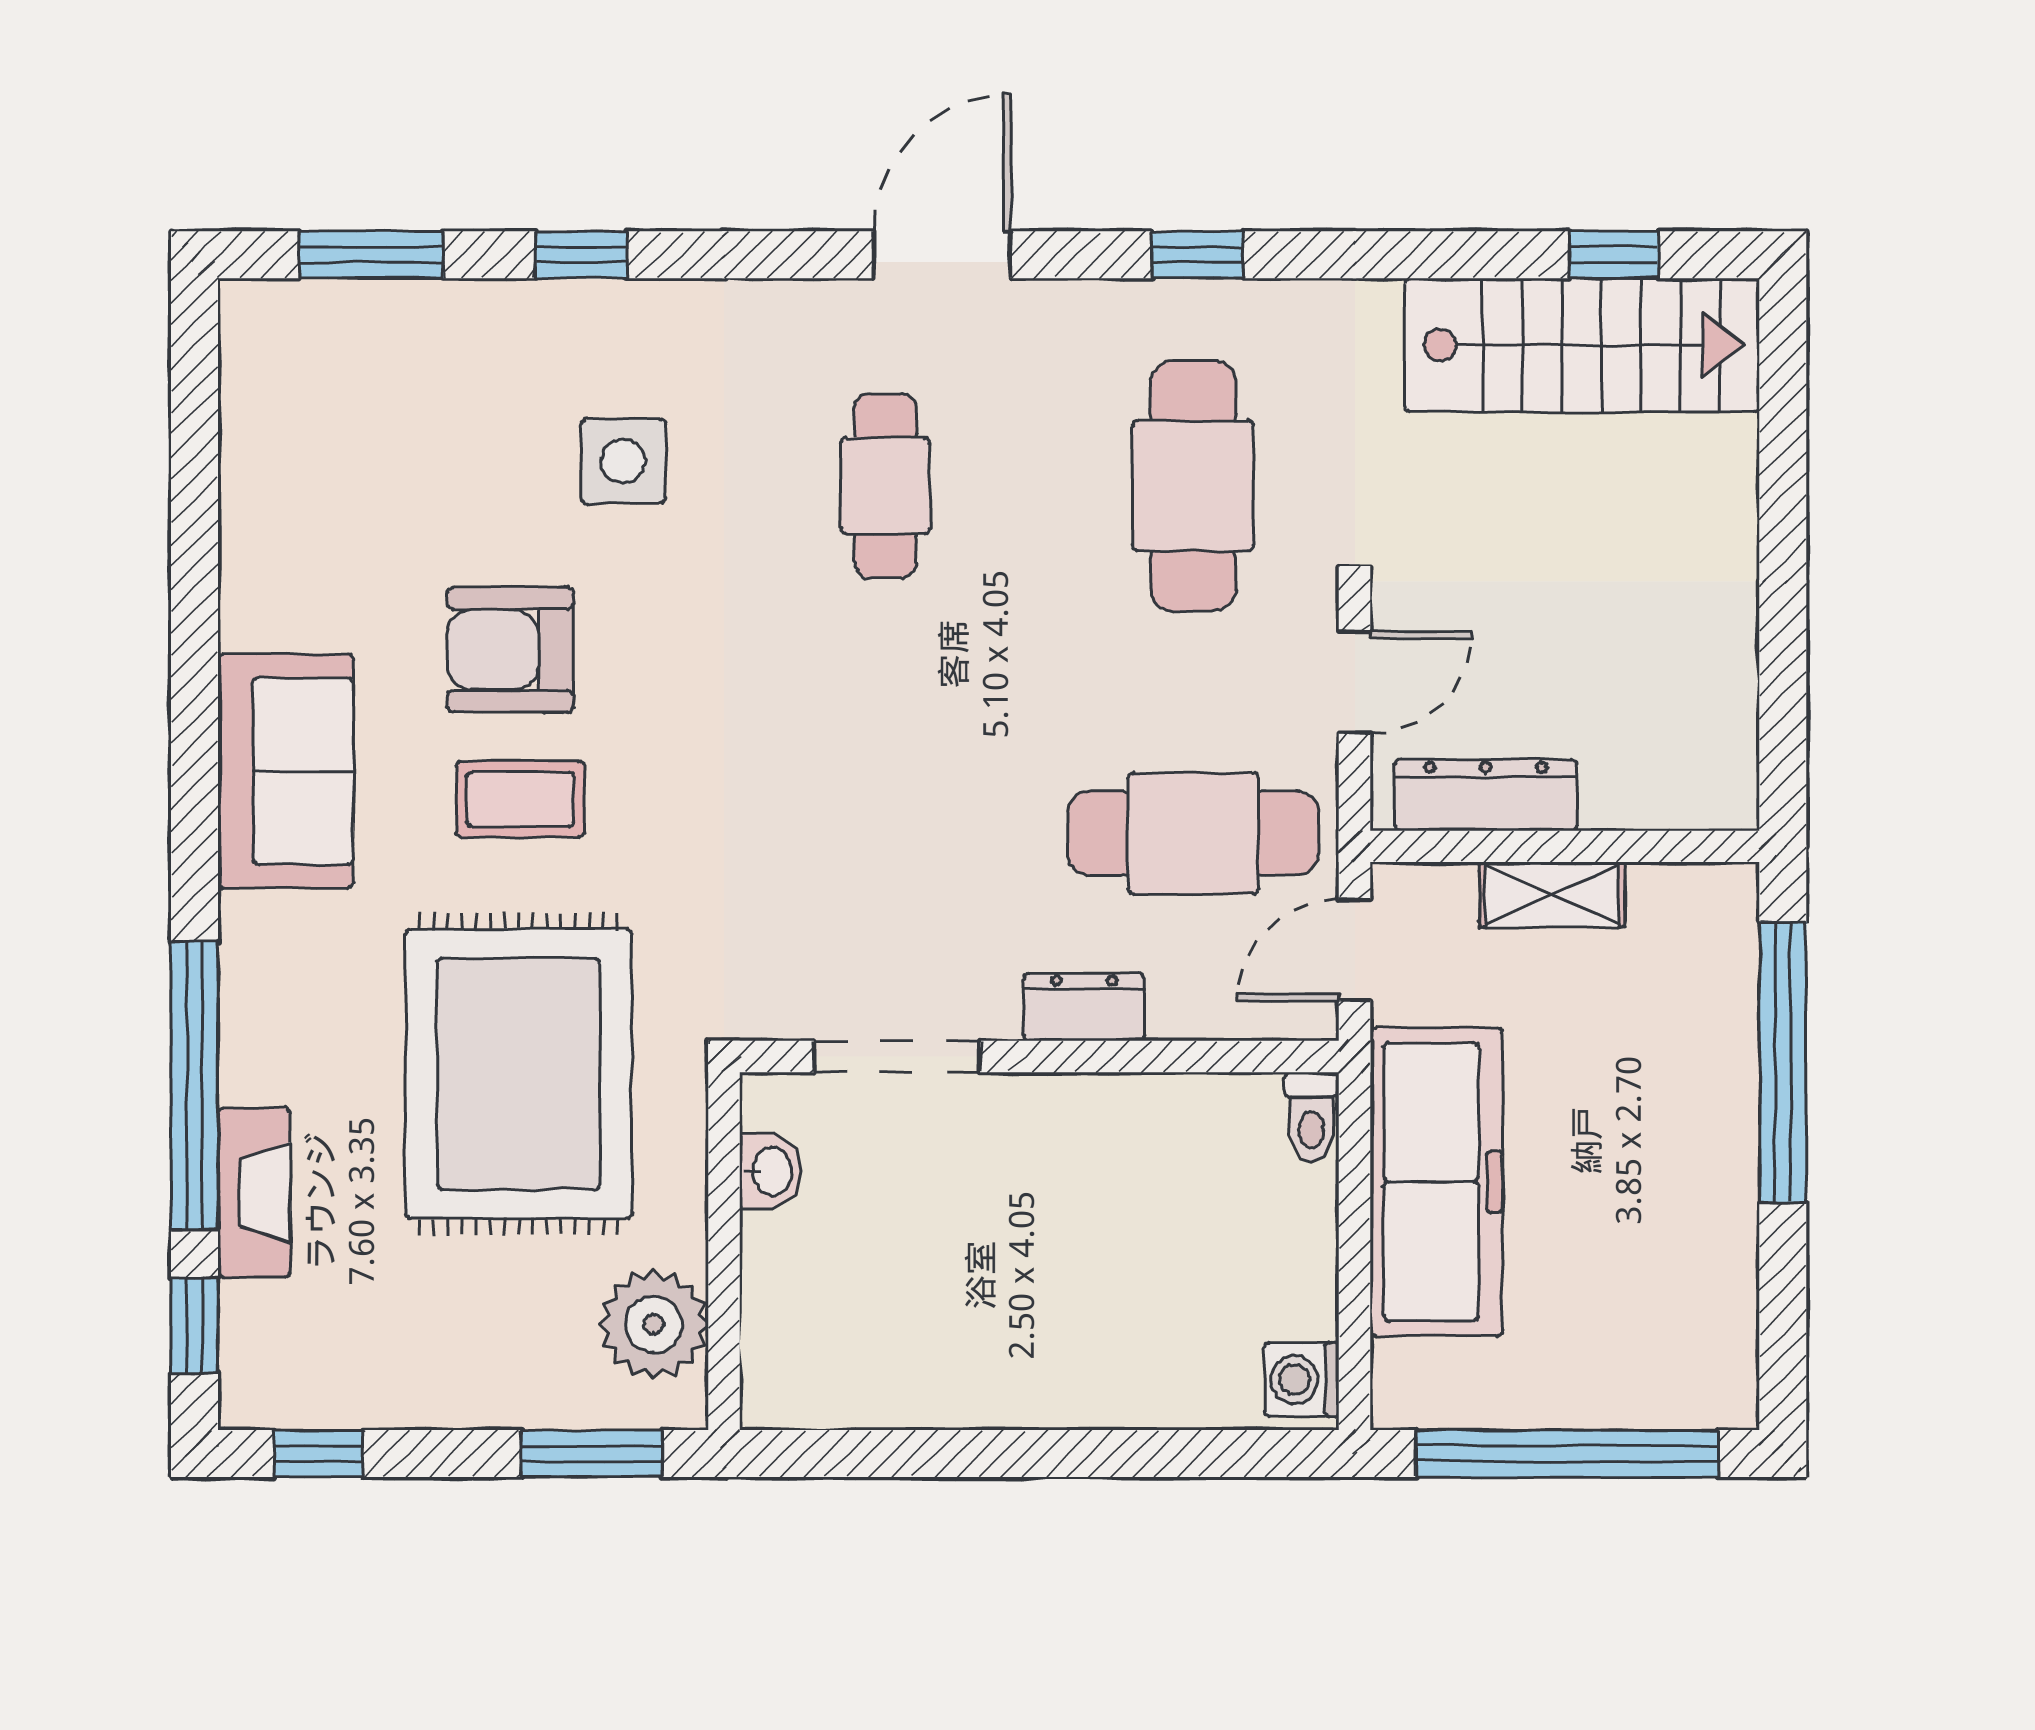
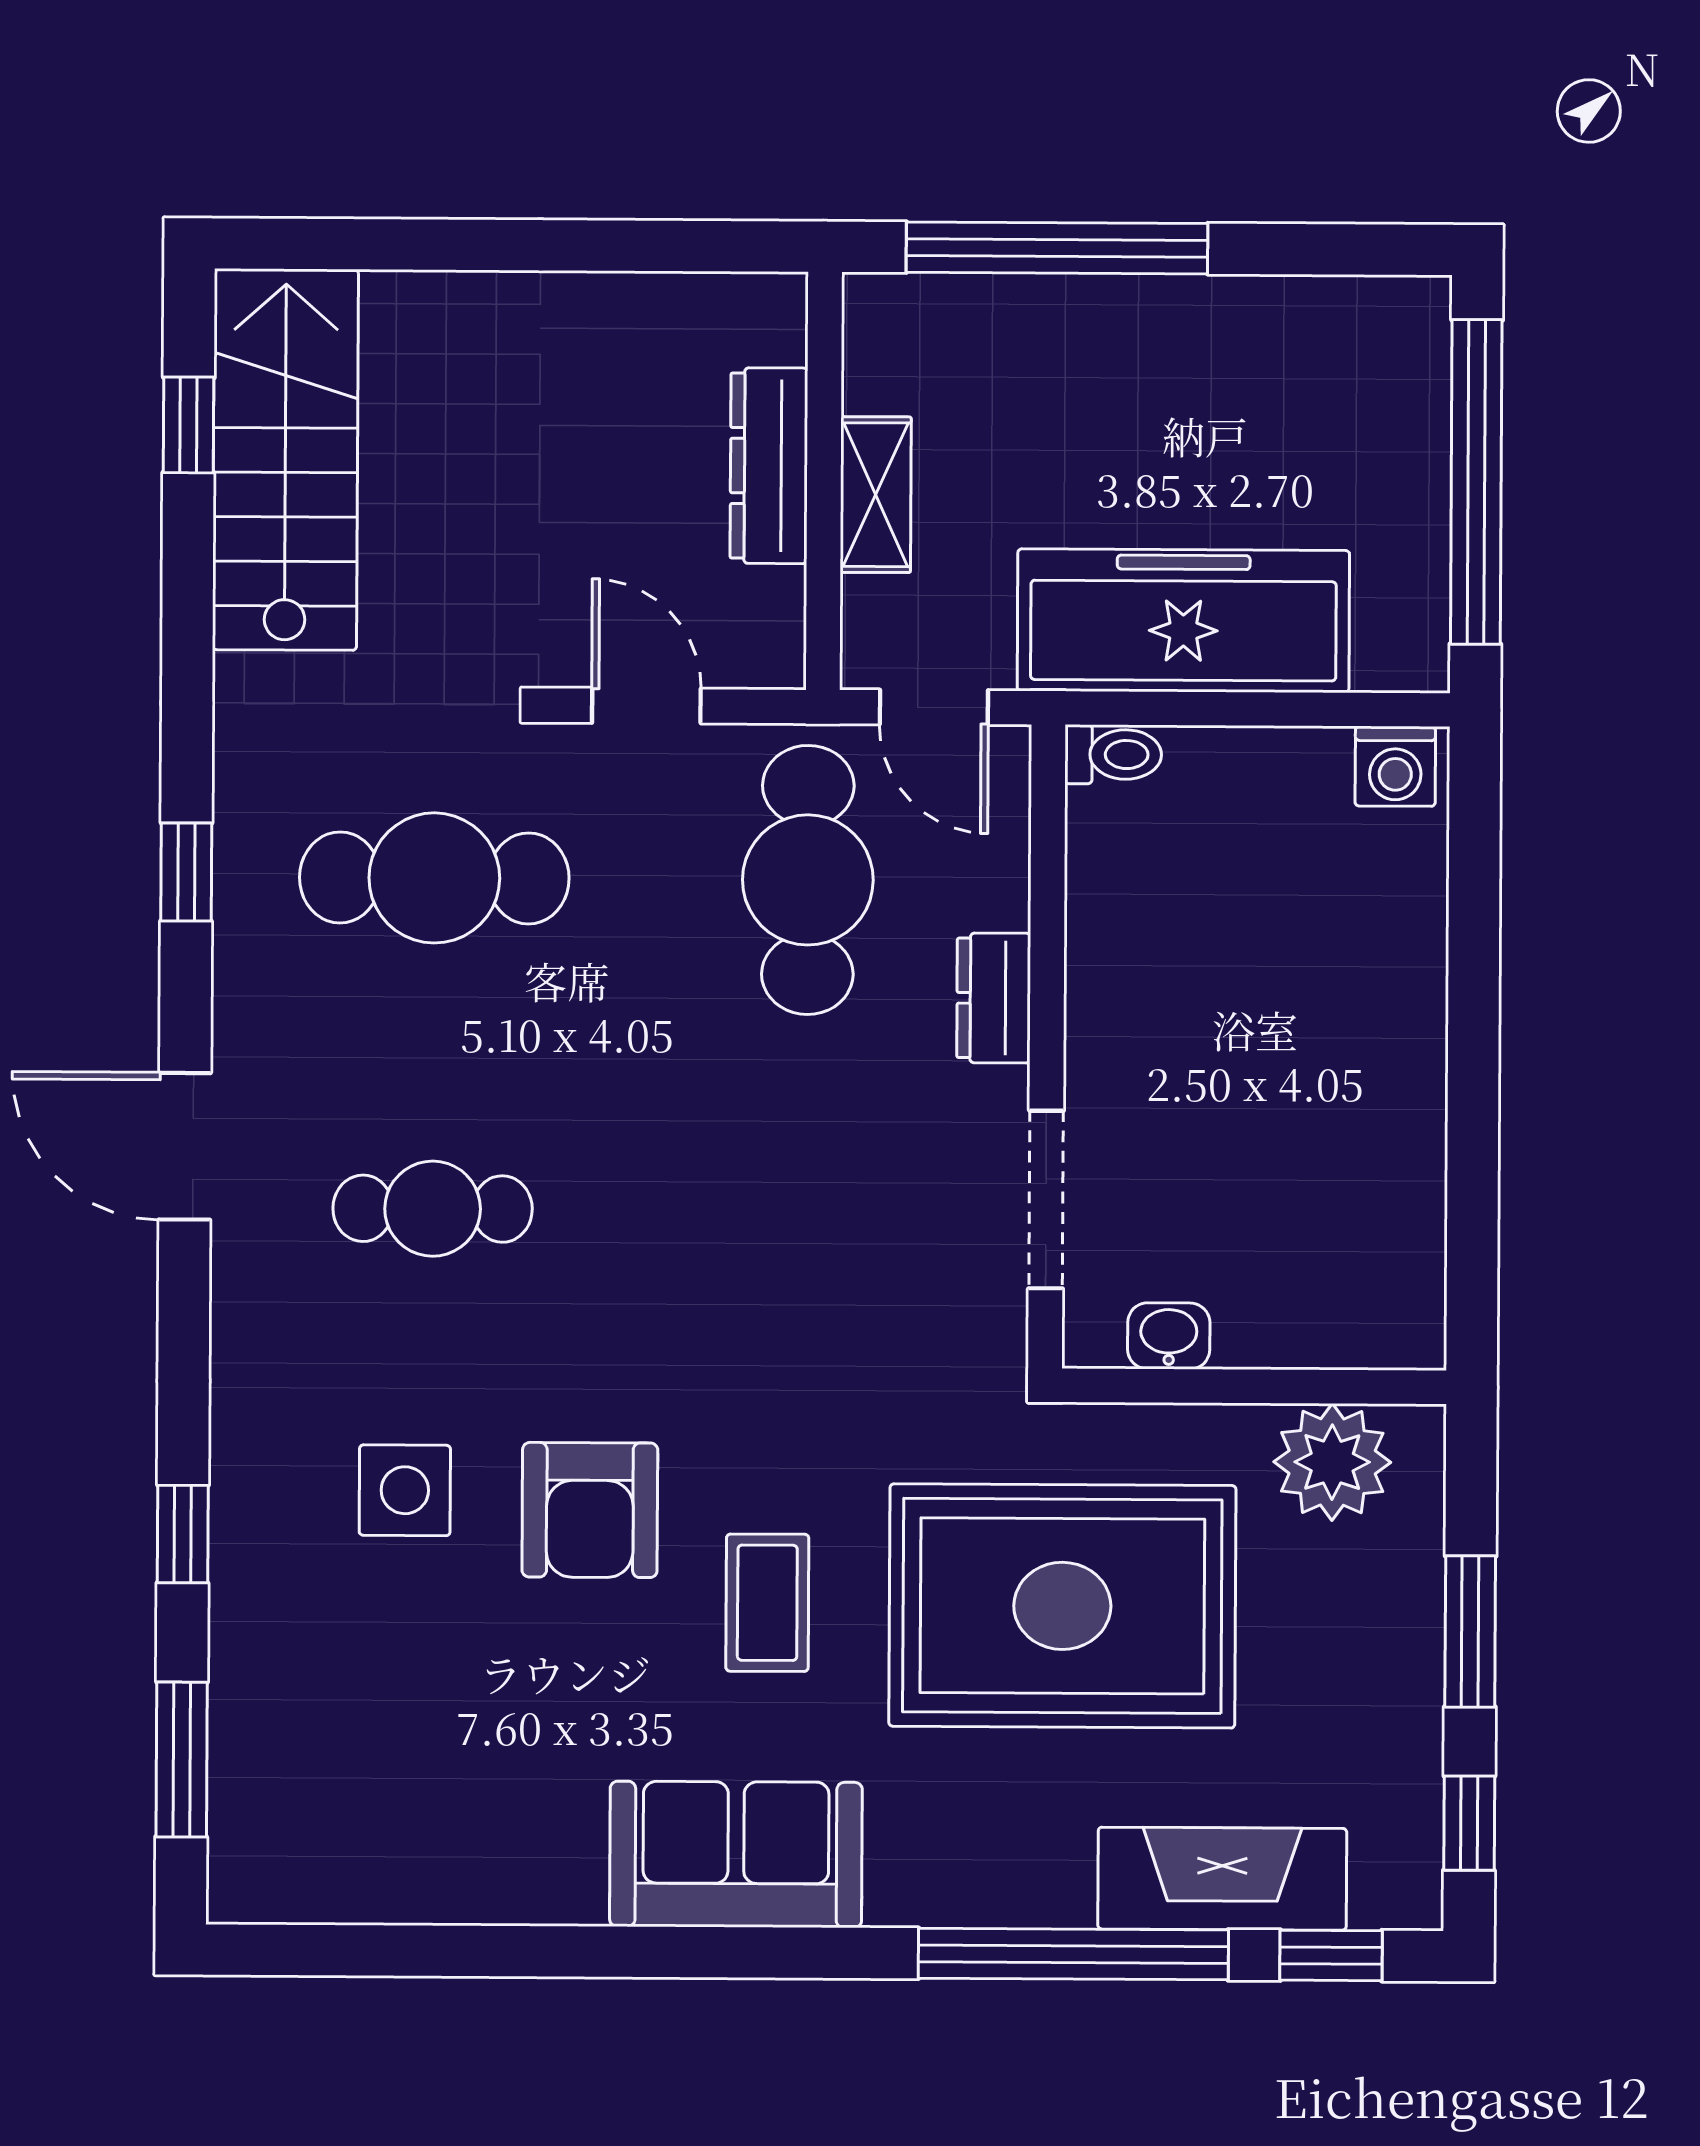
armchair: (510, 650) -> (590, 1510), moved
dresser: (1486, 795) -> (769, 466), moved
fireplace: (254, 1193) -> (1222, 1879), width x1.37, depth x1.32
window: (592, 1454) -> (1470, 1631), moved

